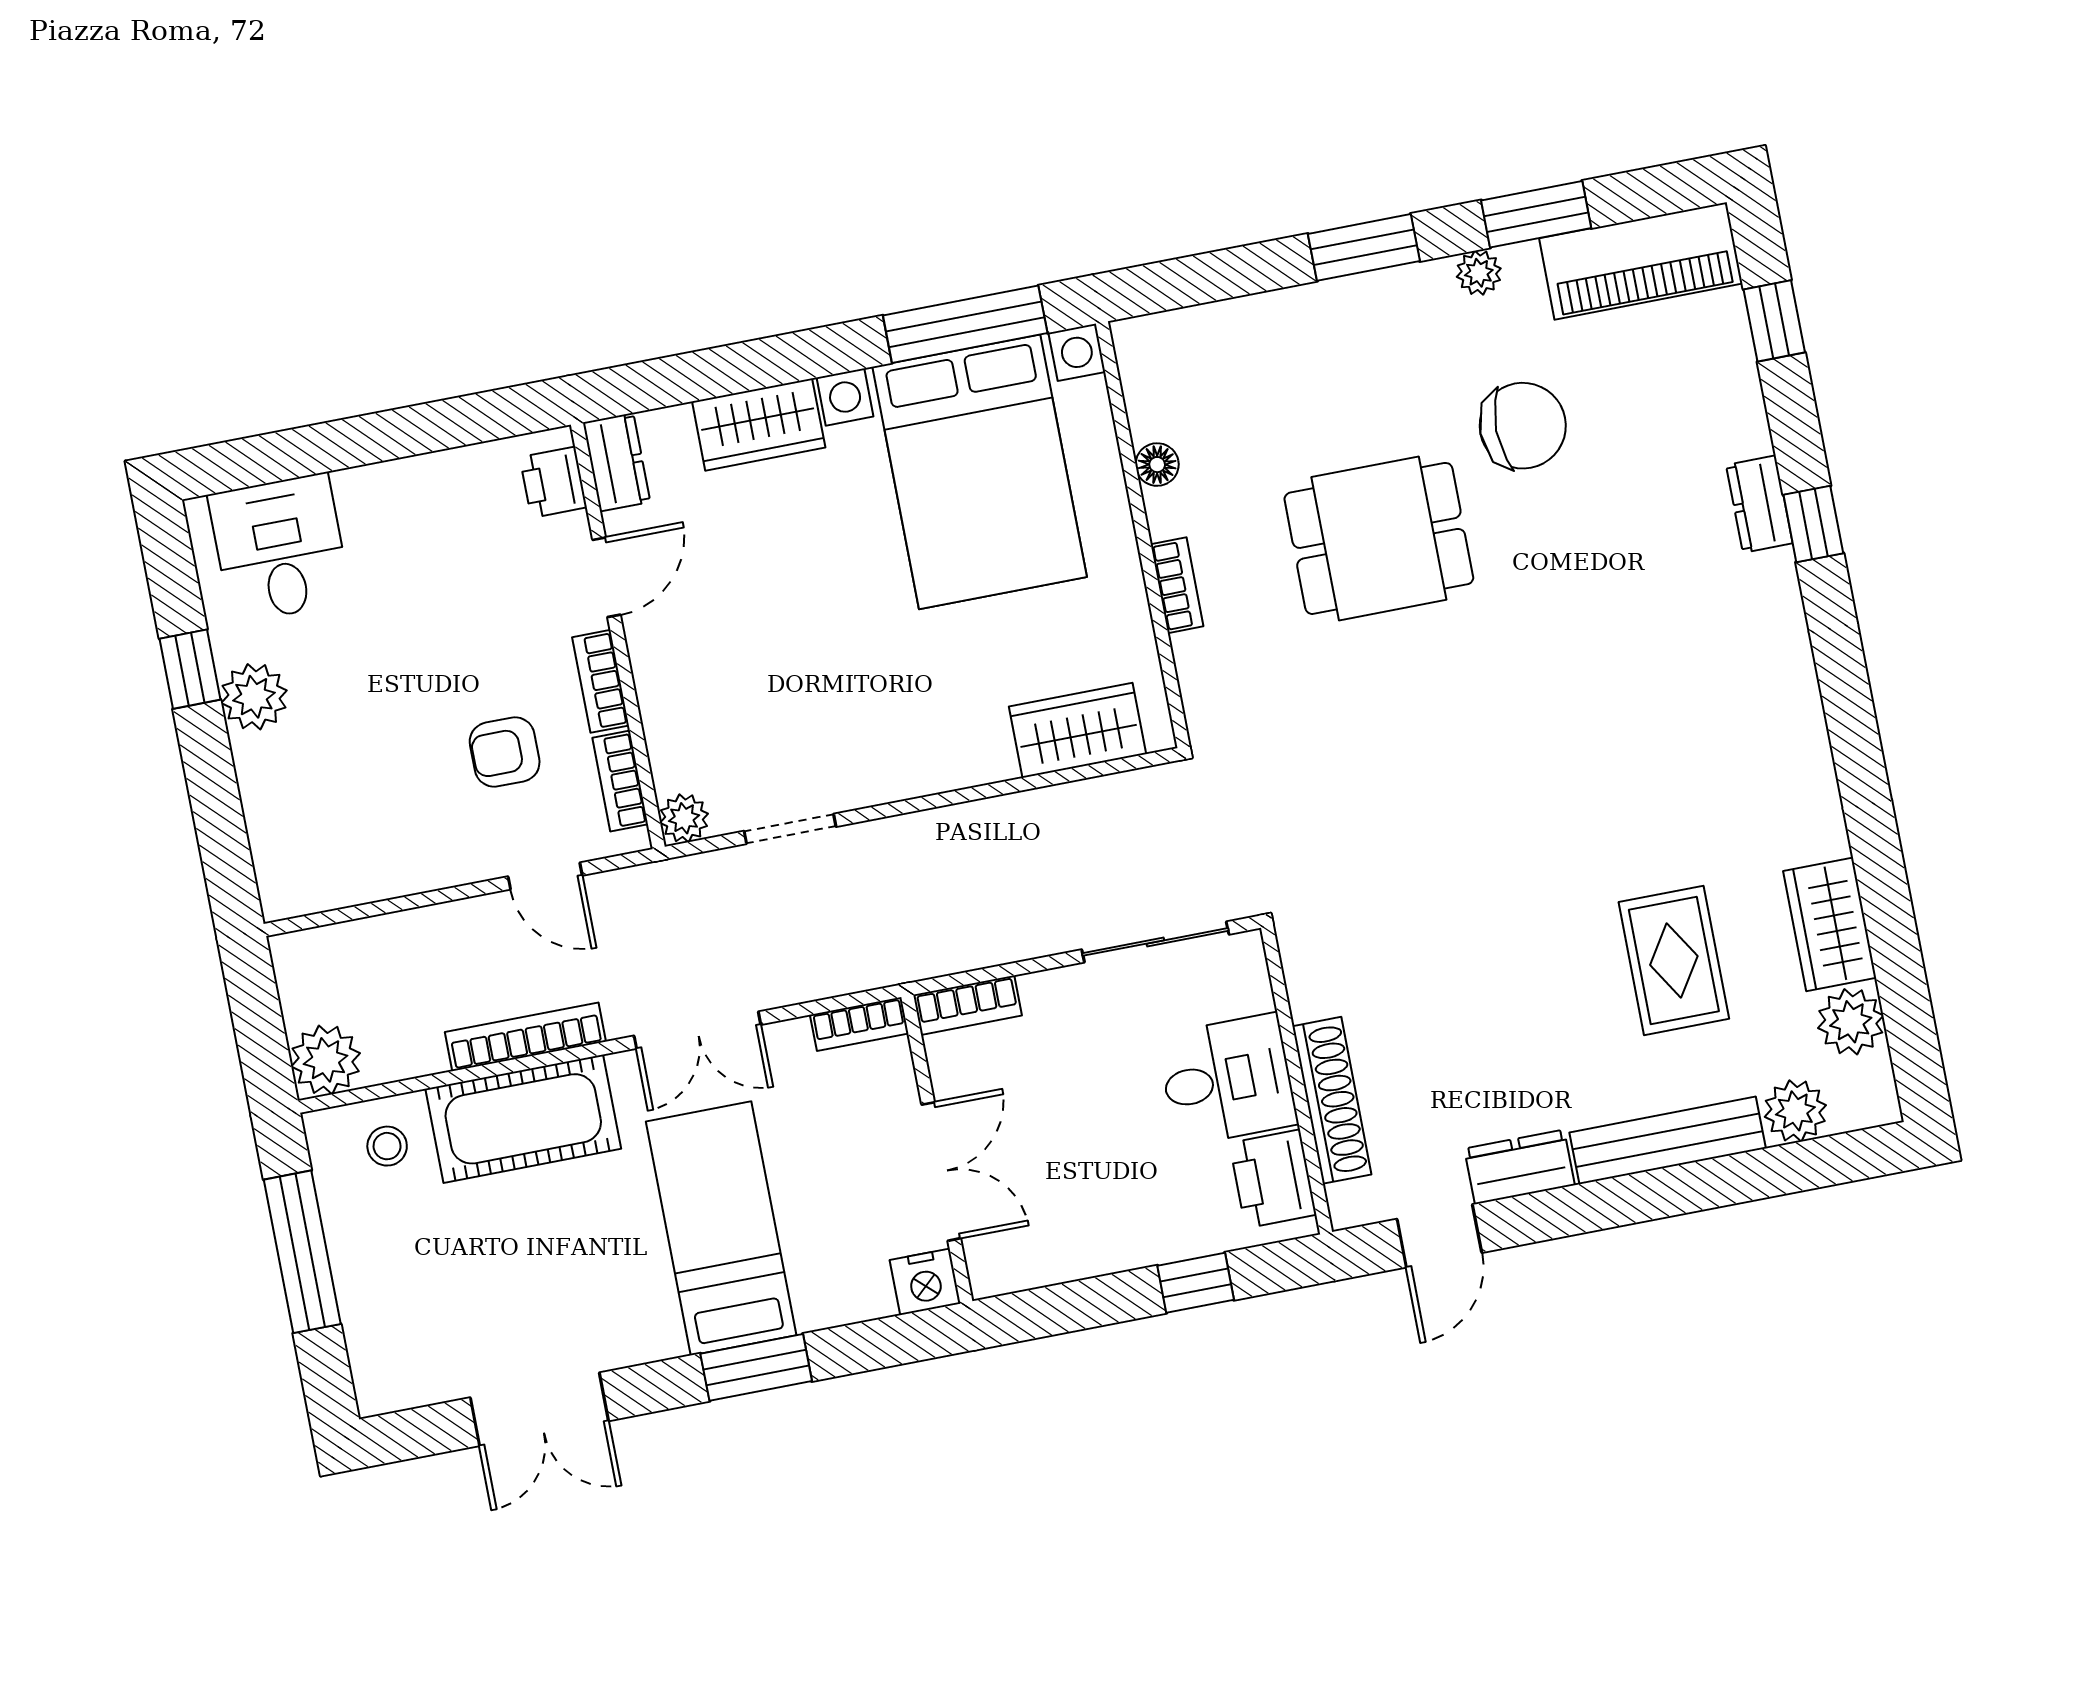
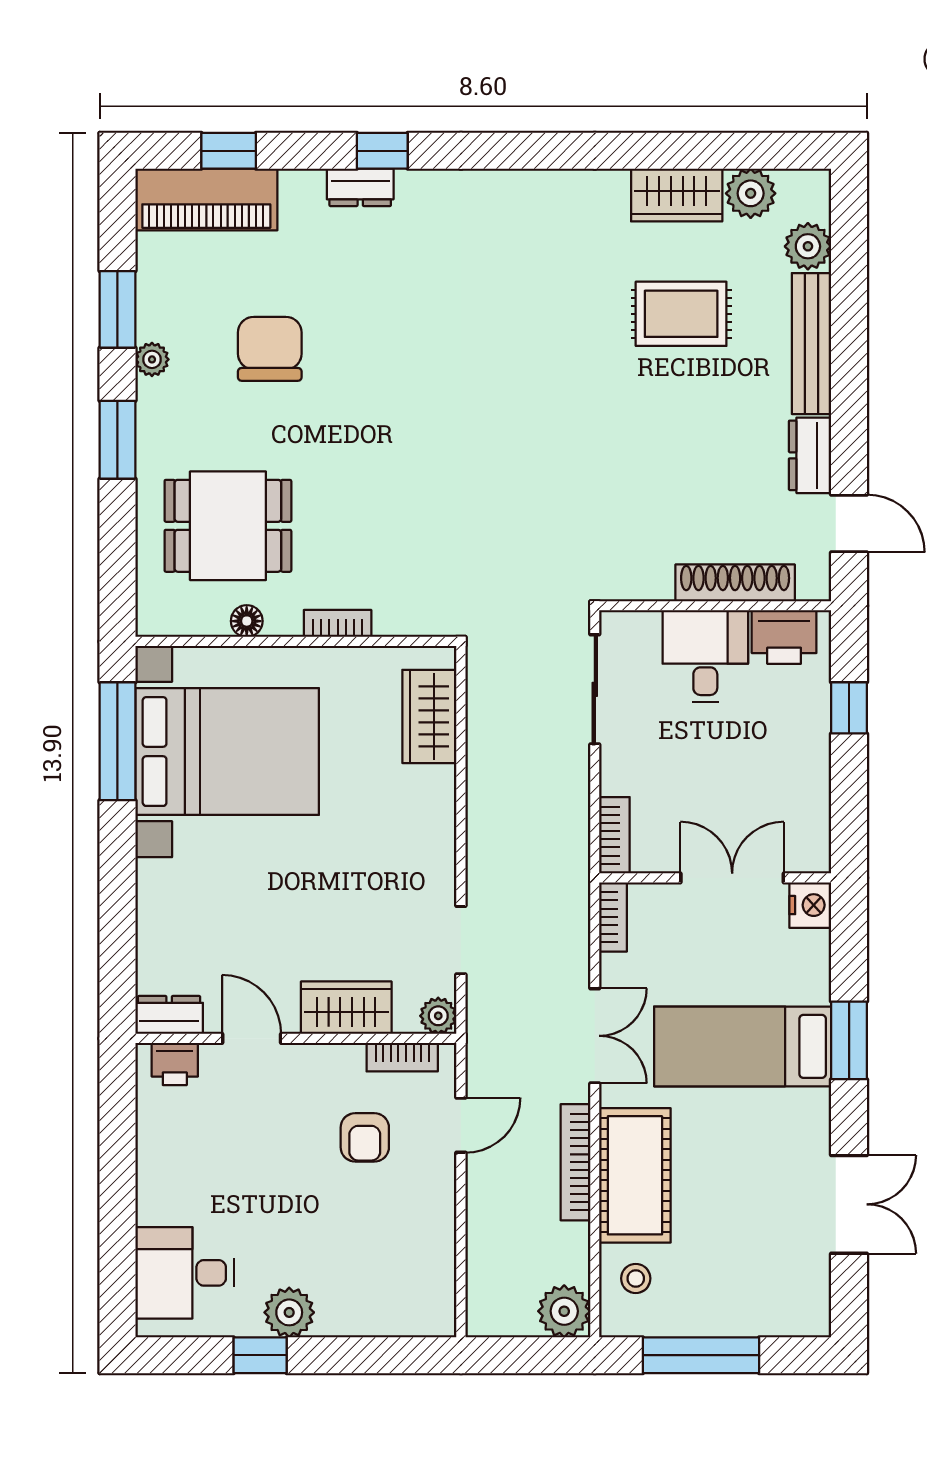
piano: (1641, 261) -> (206, 199), moved, turned 90
wardrobe: (759, 424) -> (346, 1008), moved, turned -90
dining table: (1379, 538) -> (228, 526), moved, turned 90
bookcase: (601, 681) -> (327, 1057), removed

